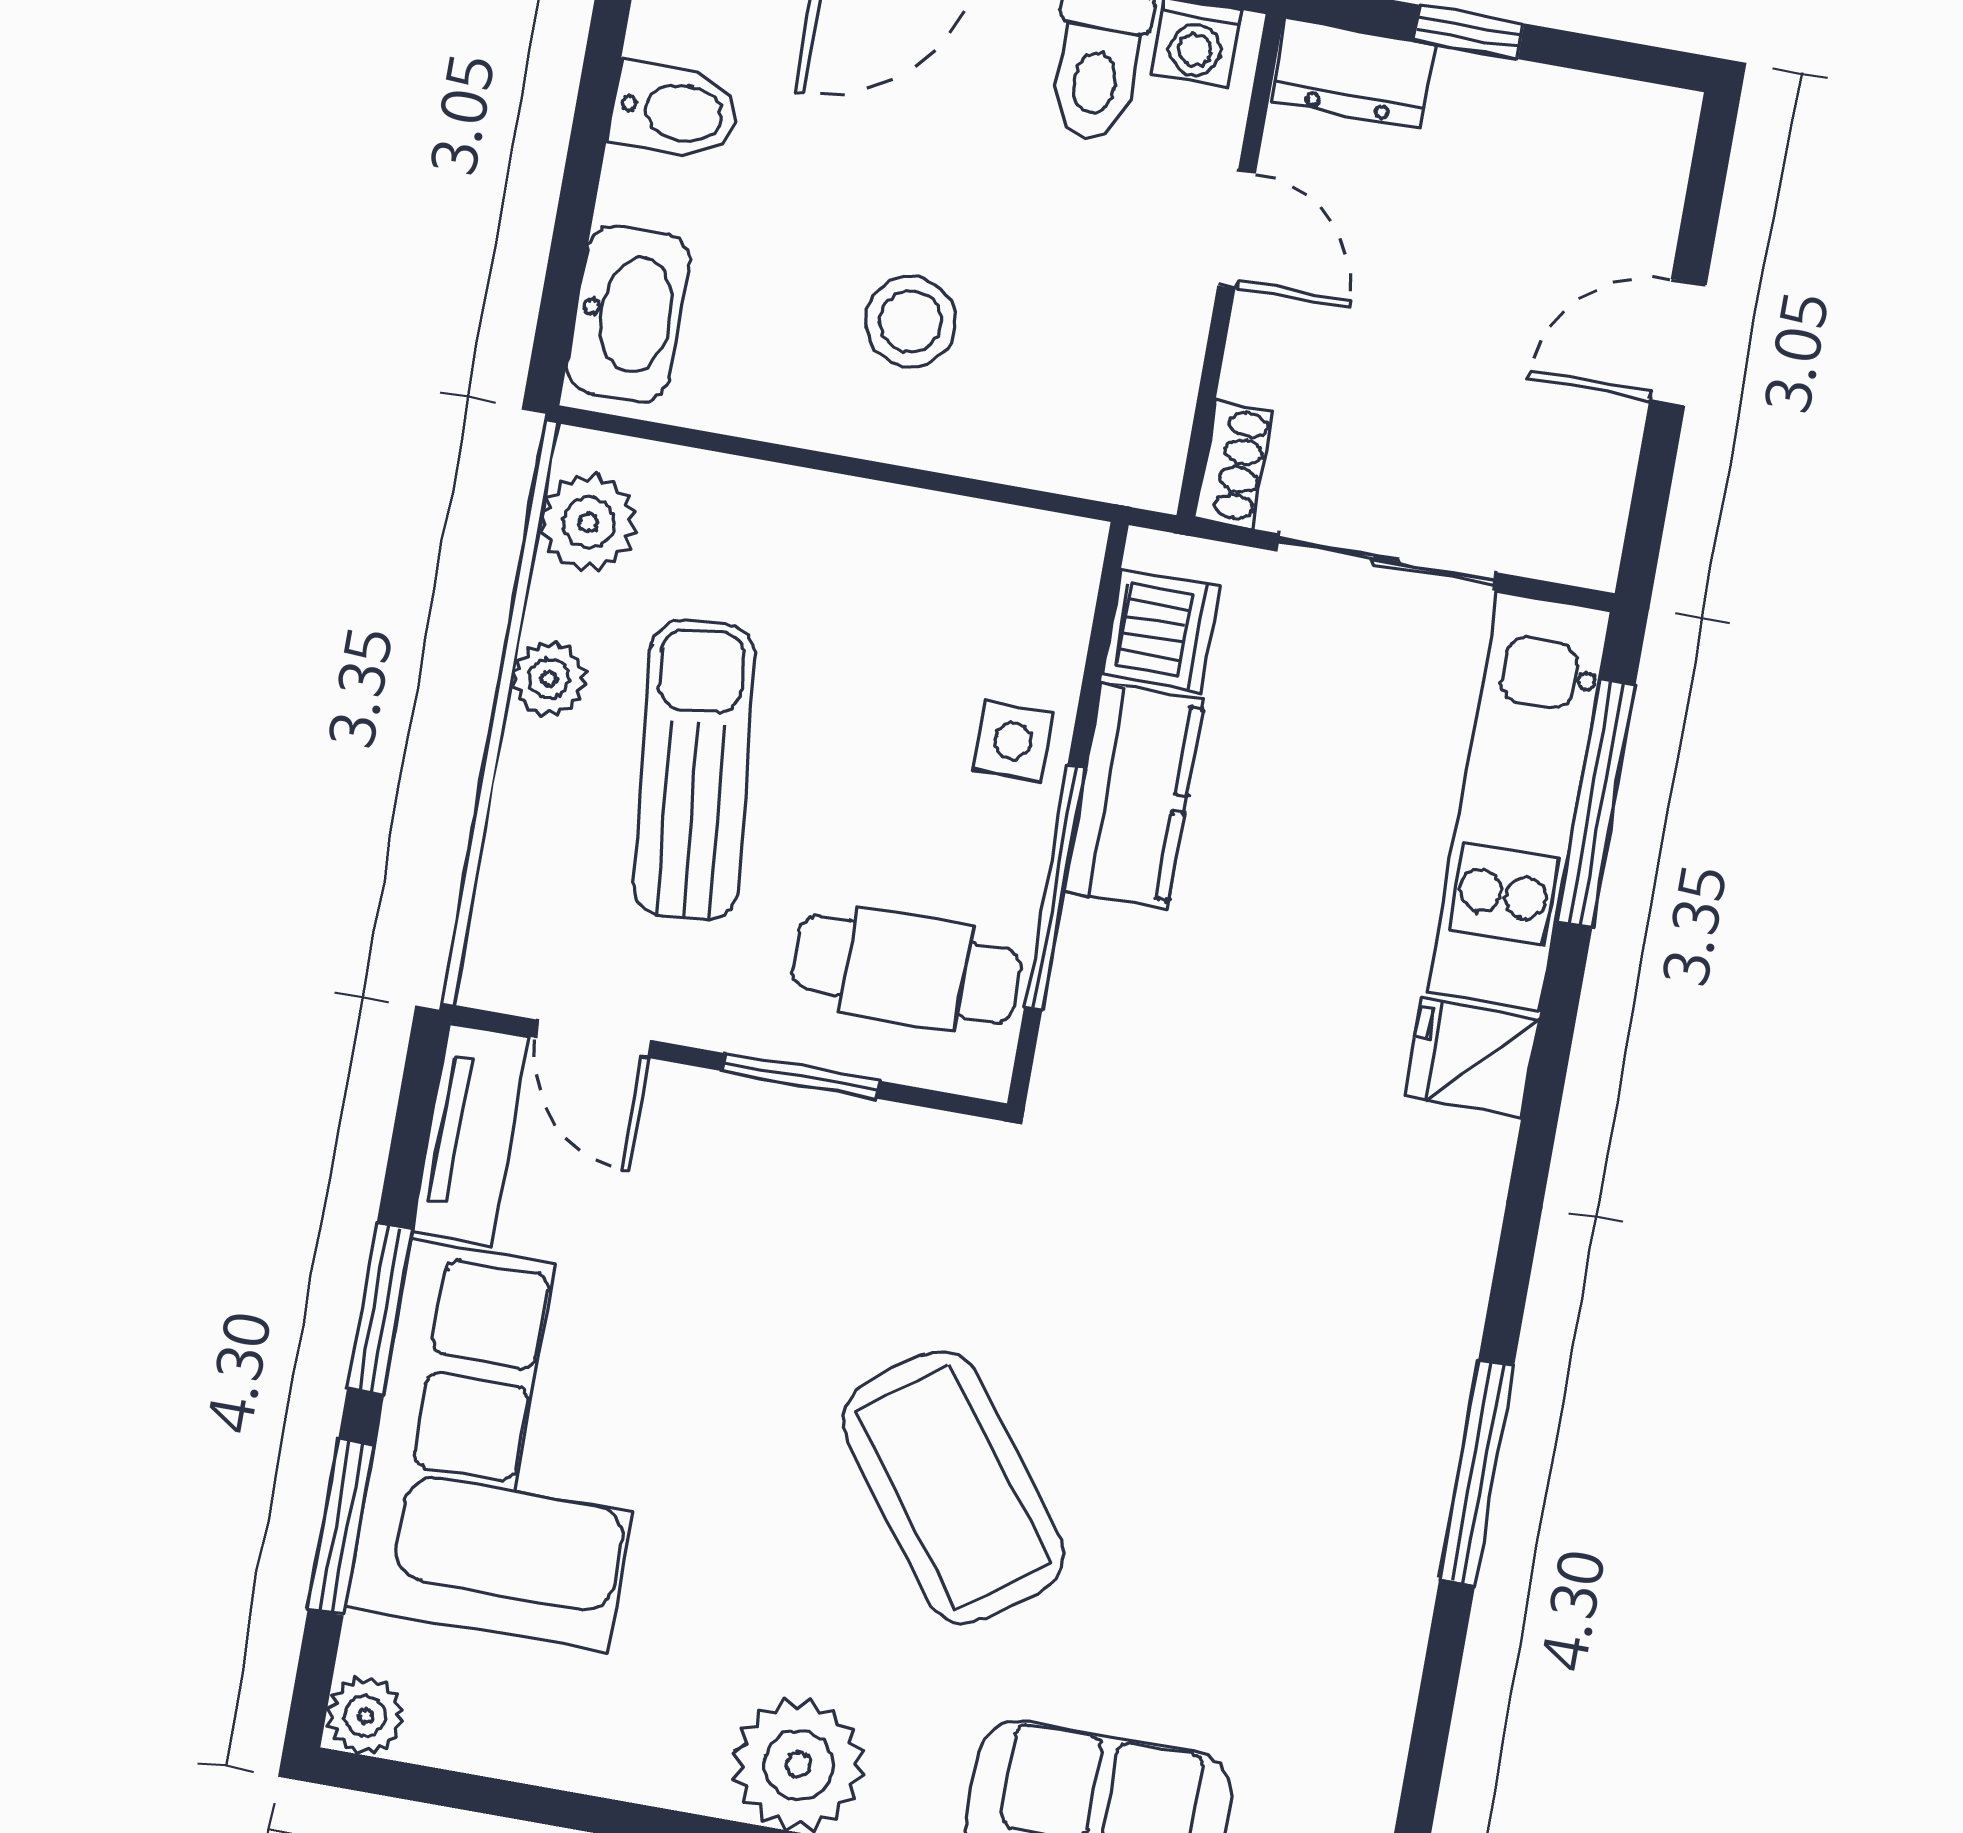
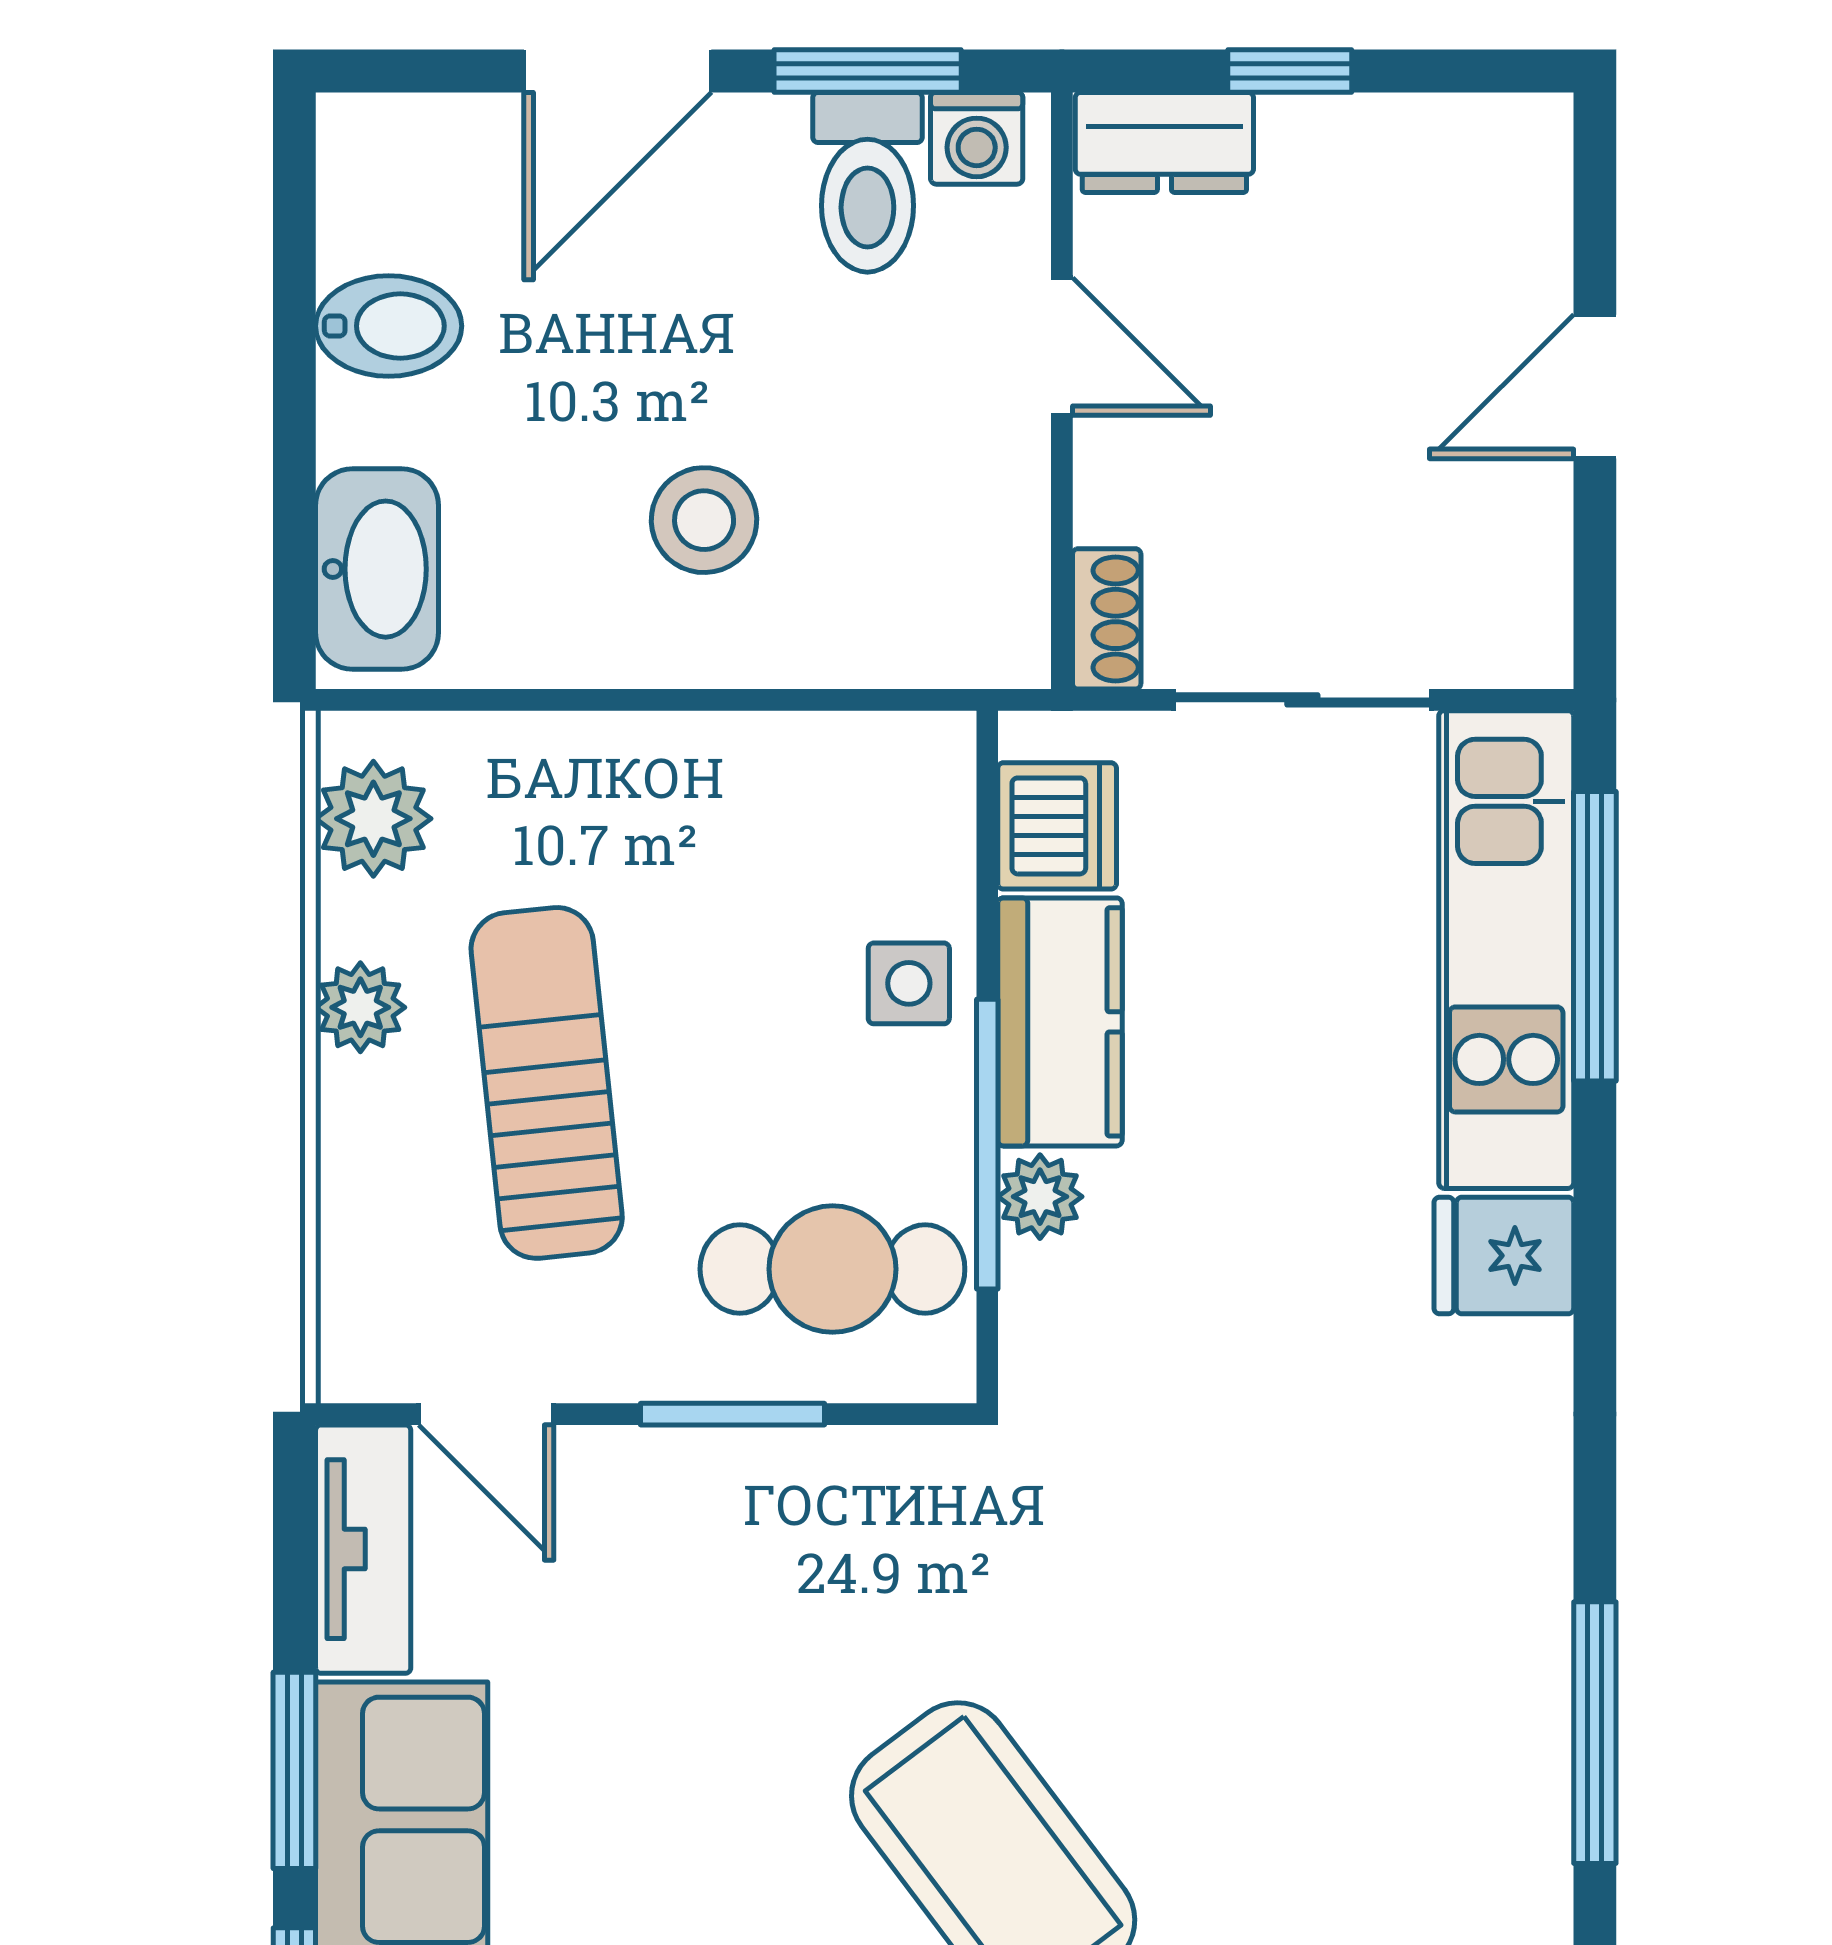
plant: (1091, 939) -> (1040, 1197), added

